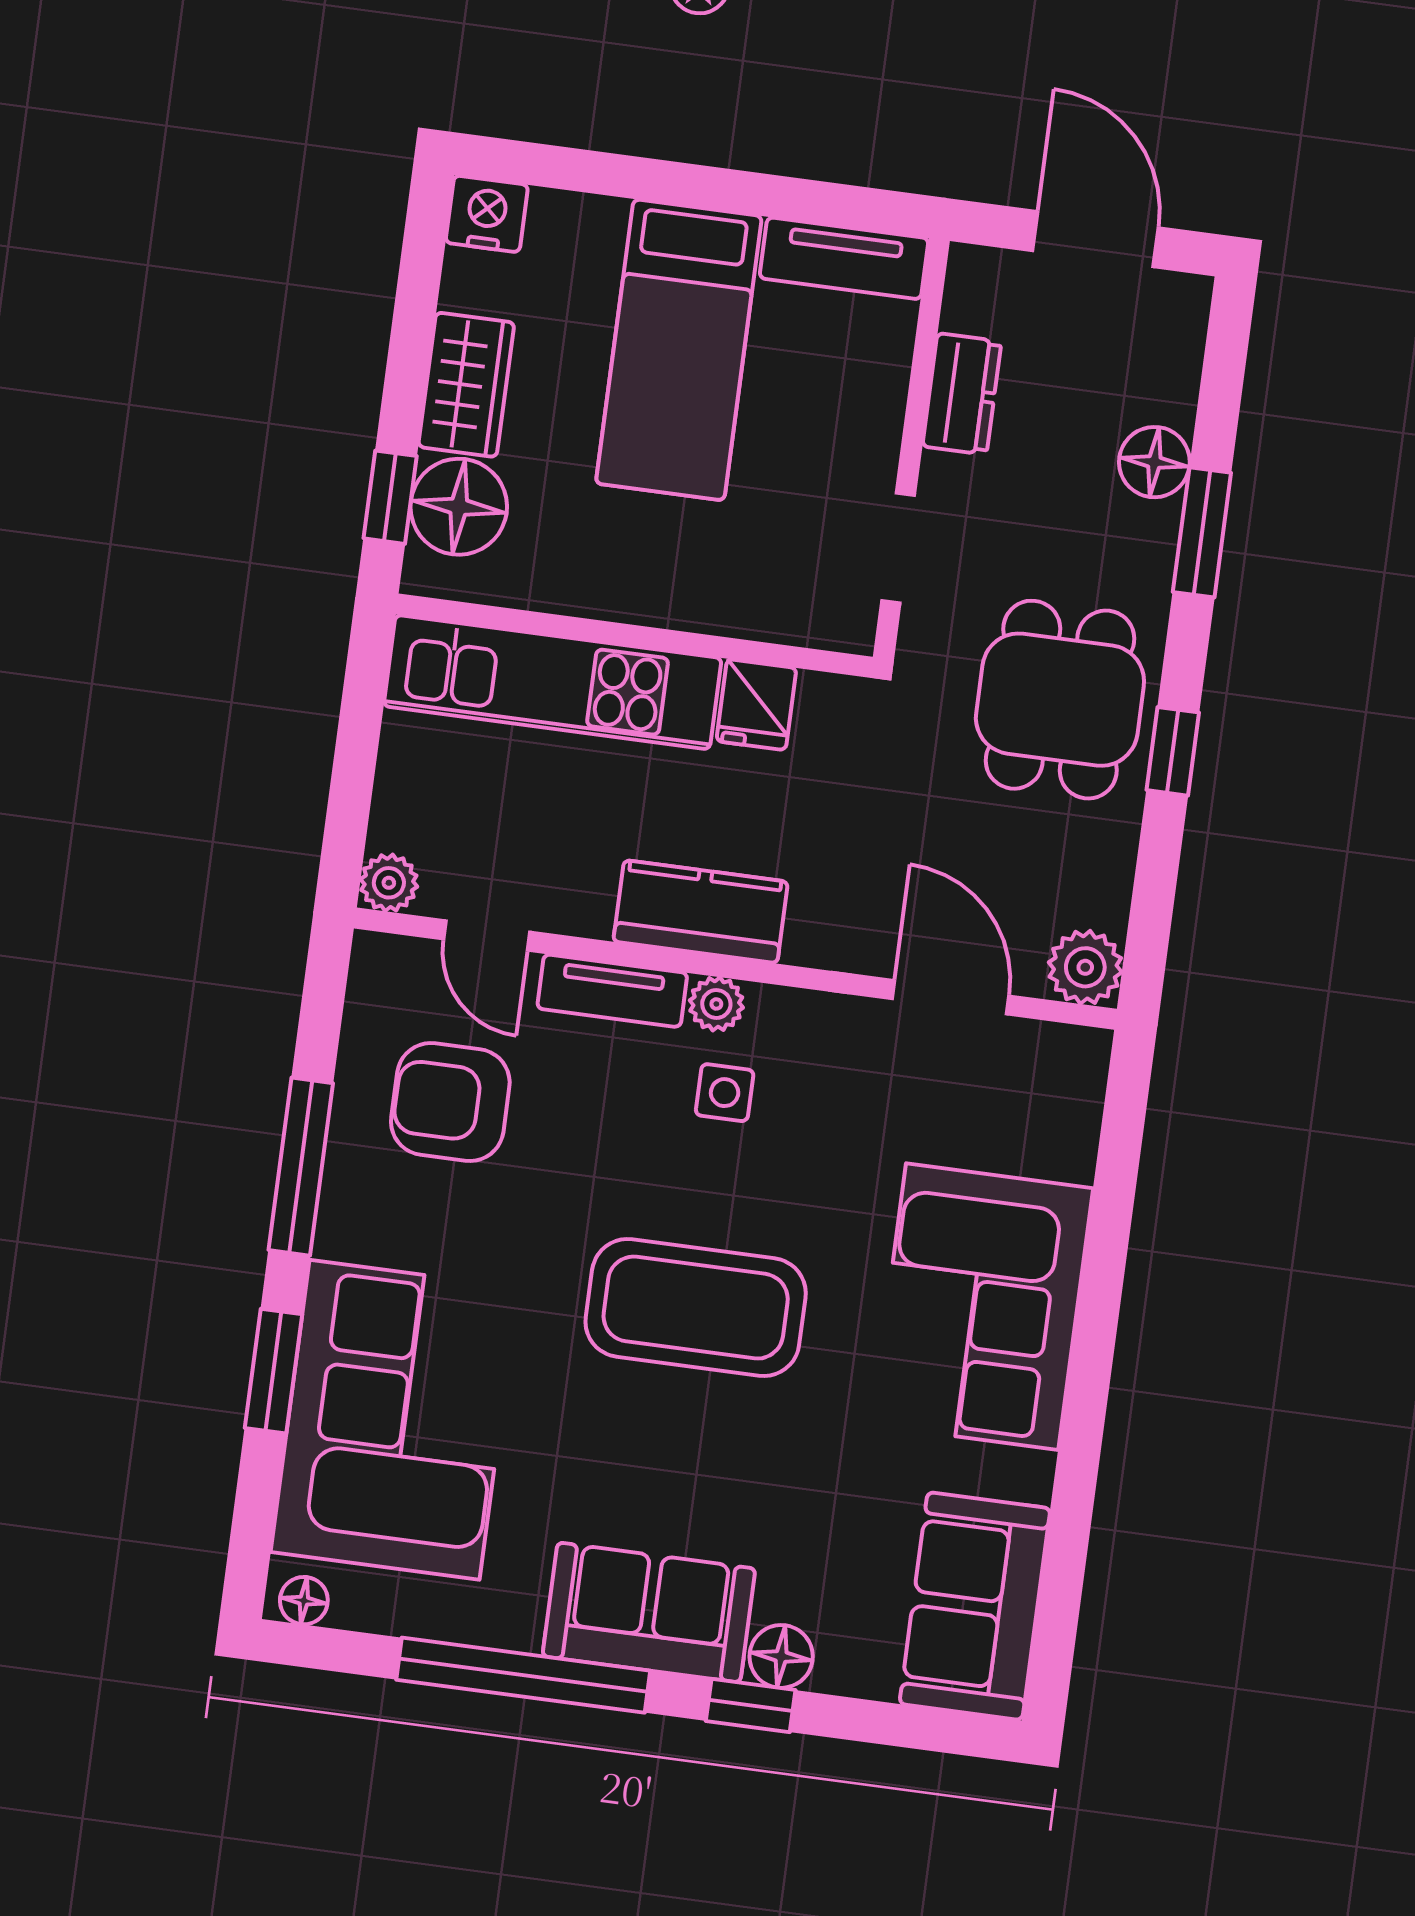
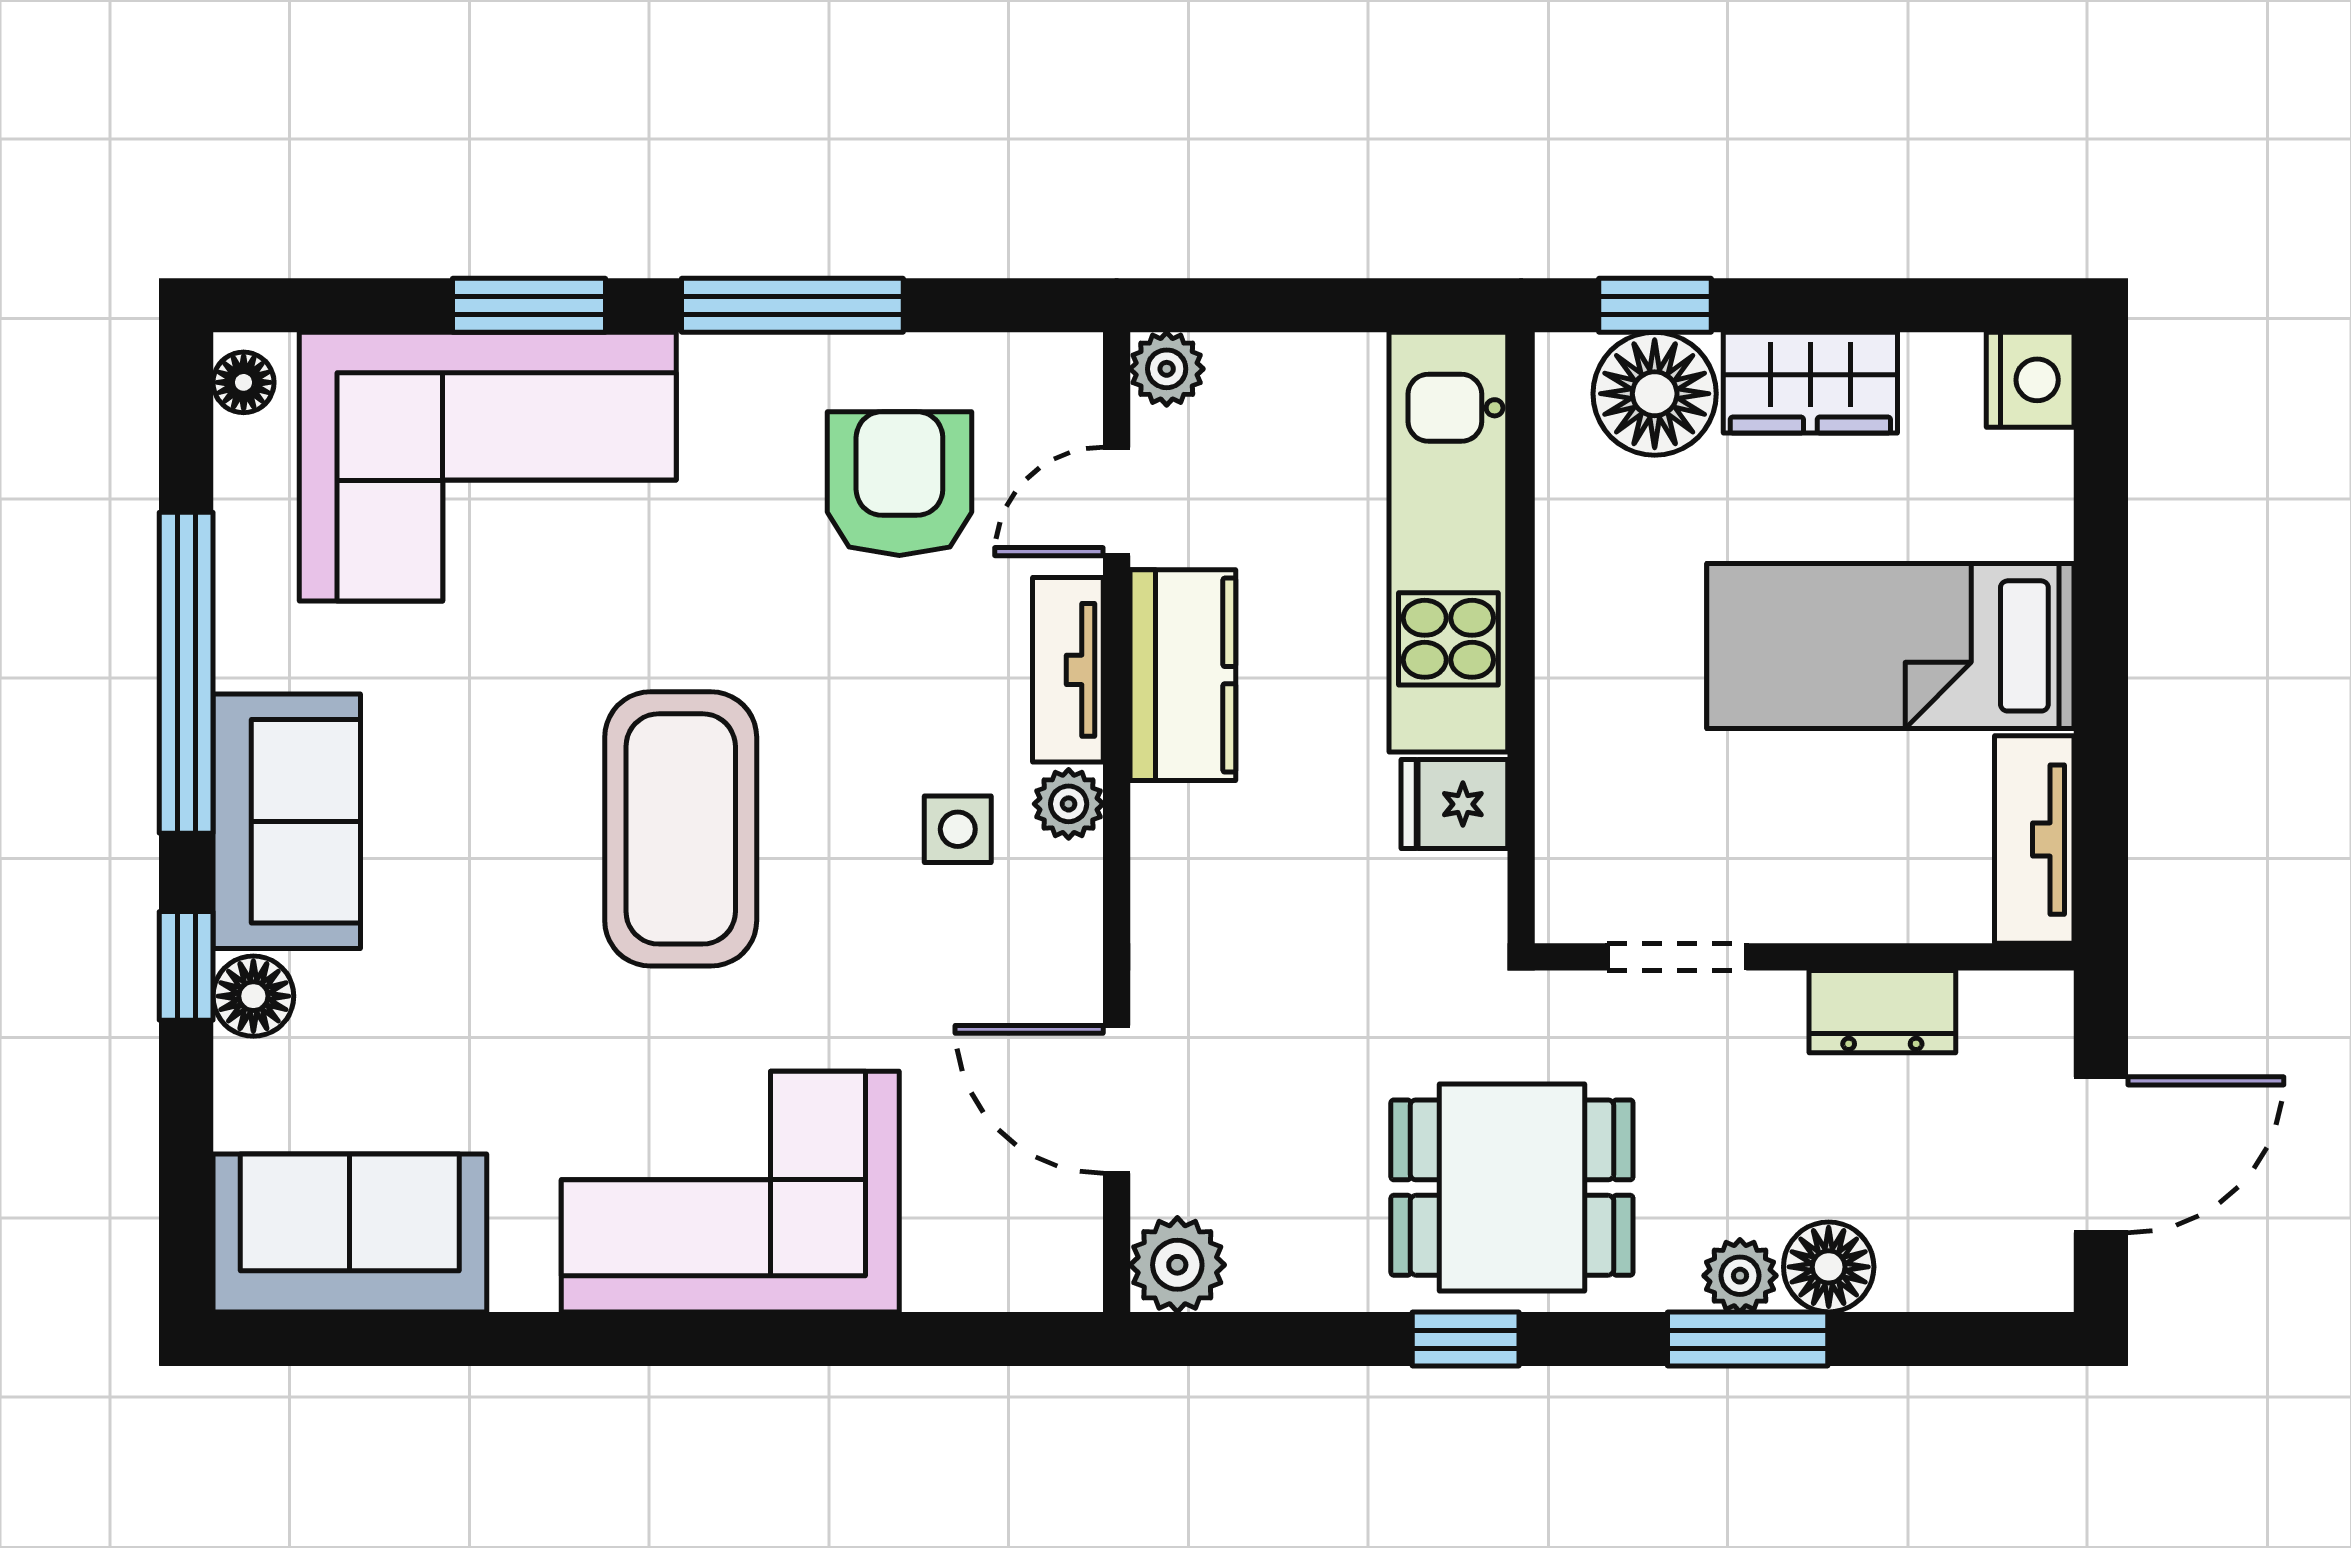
plant: (1152, 532) -> (1740, 1276), added
kitchen counter: (701, 912) -> (1183, 675), moved
door: (951, 997) -> (1117, 1099), swing flipped

